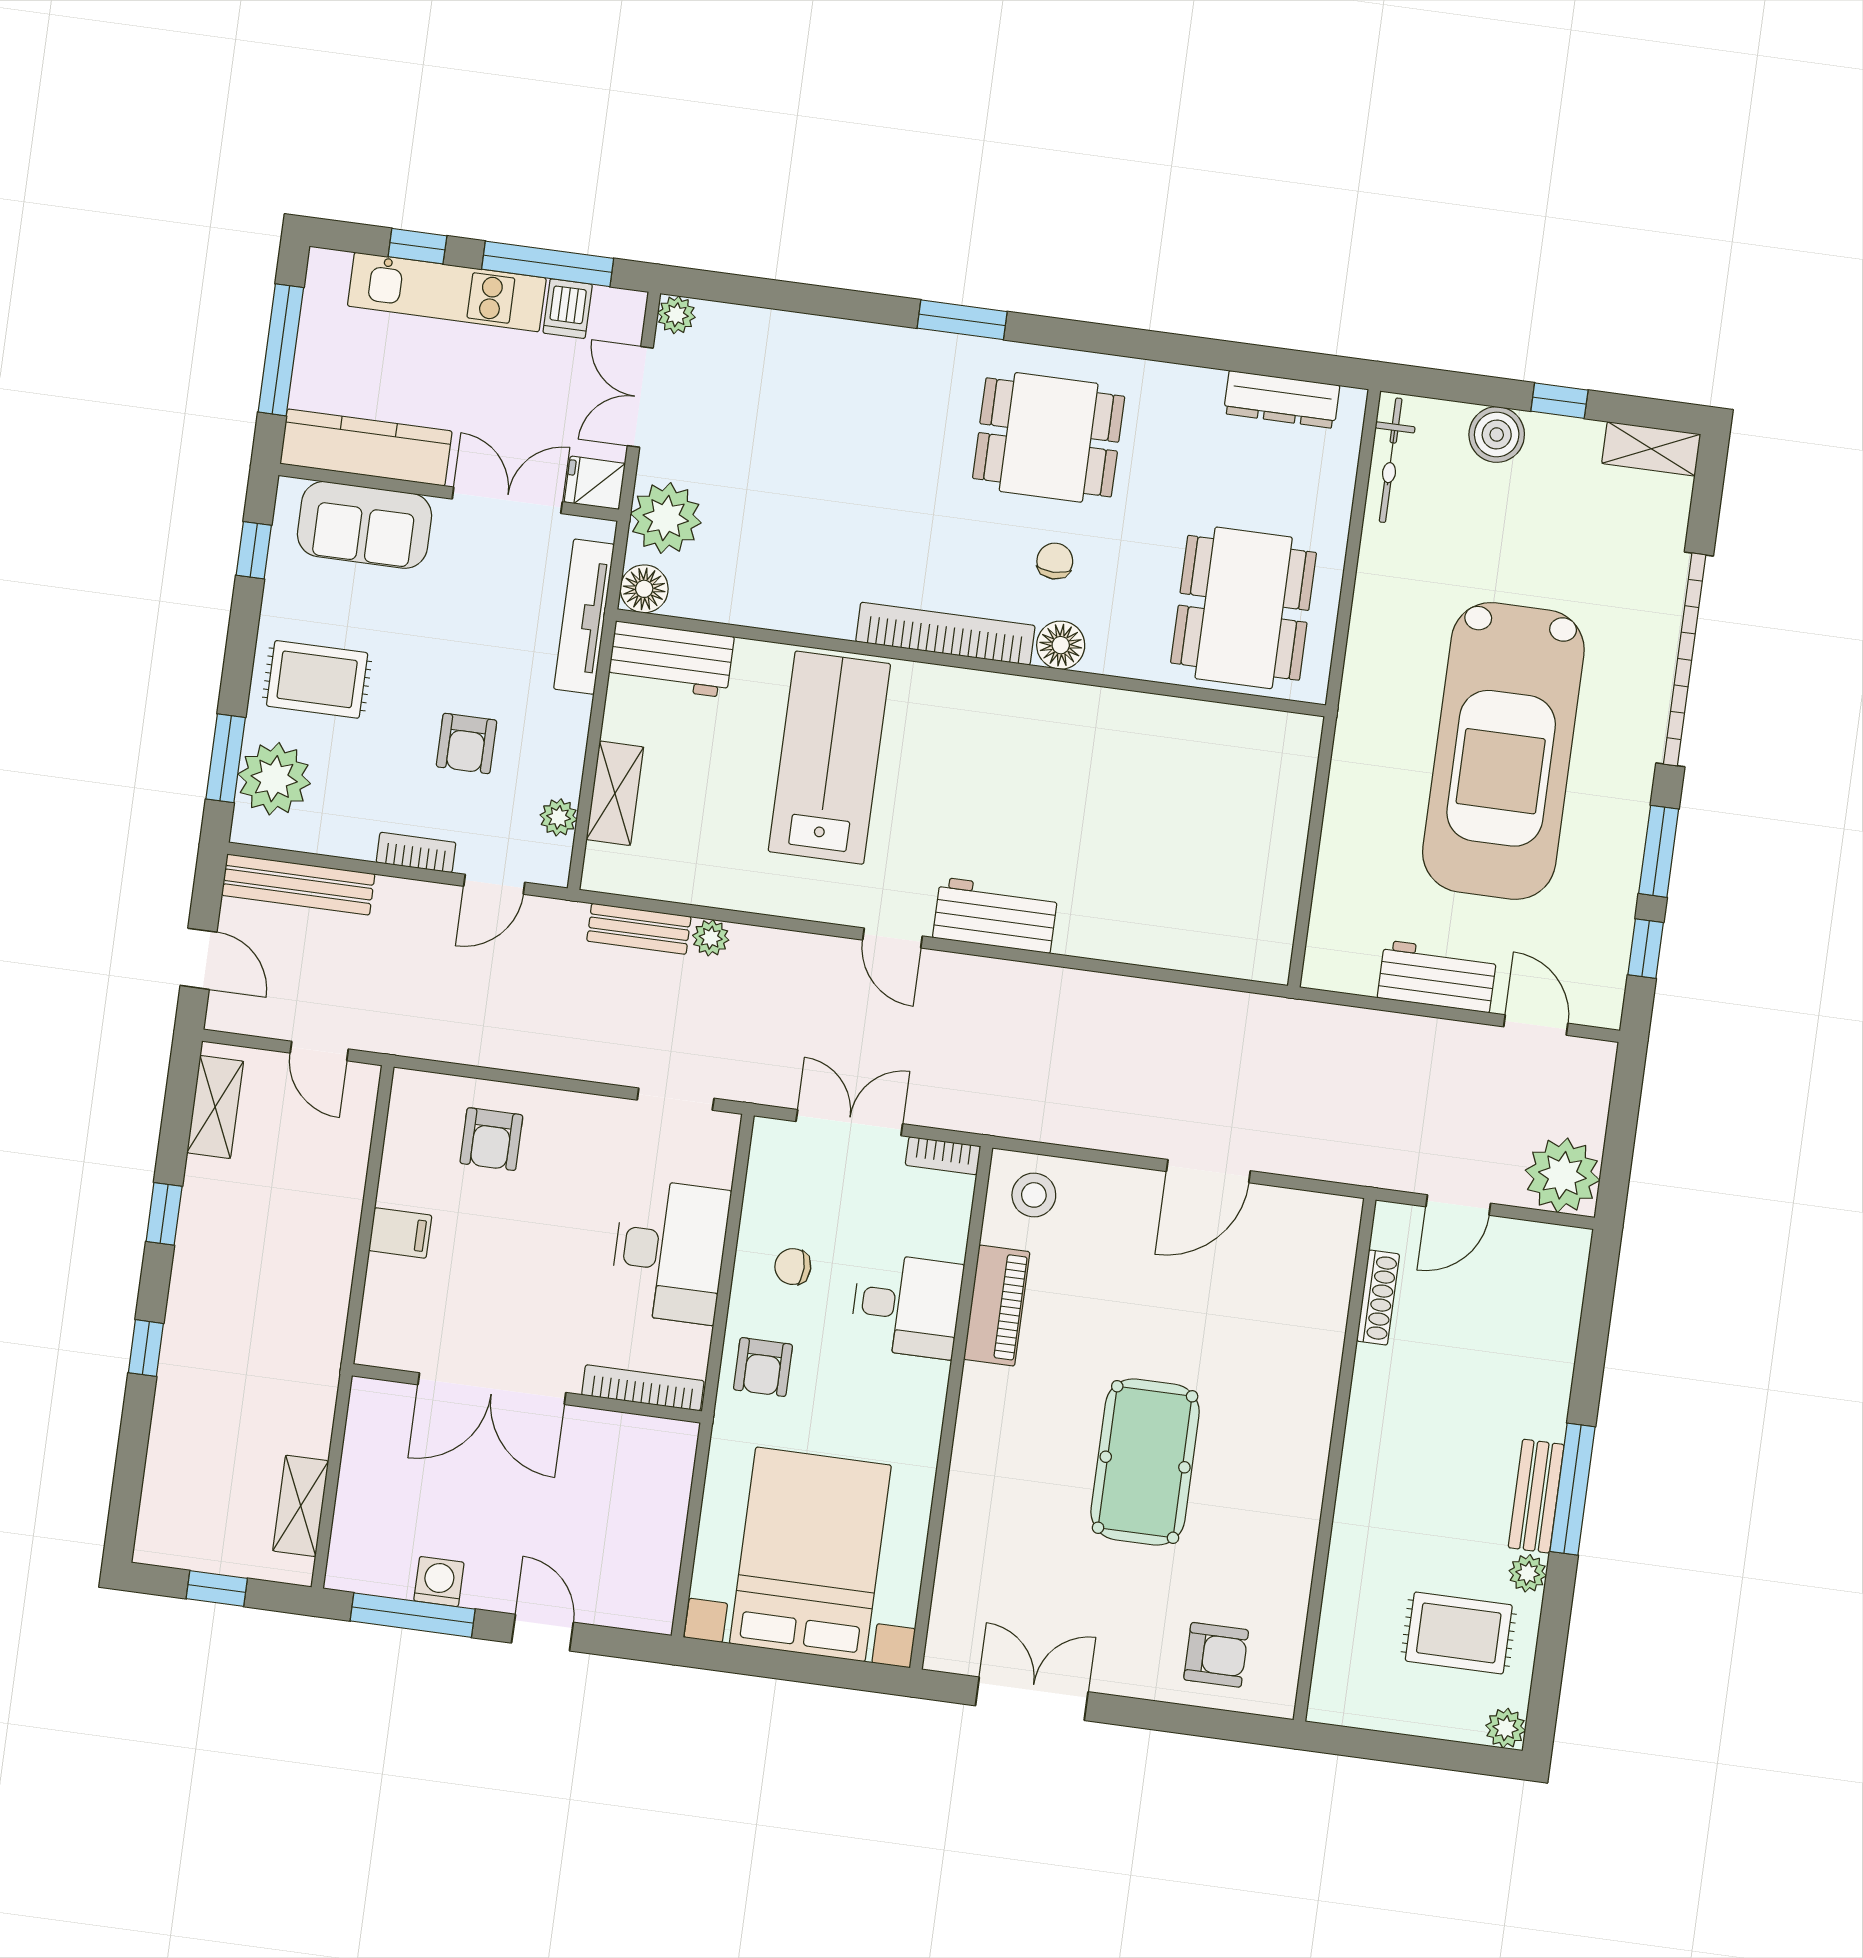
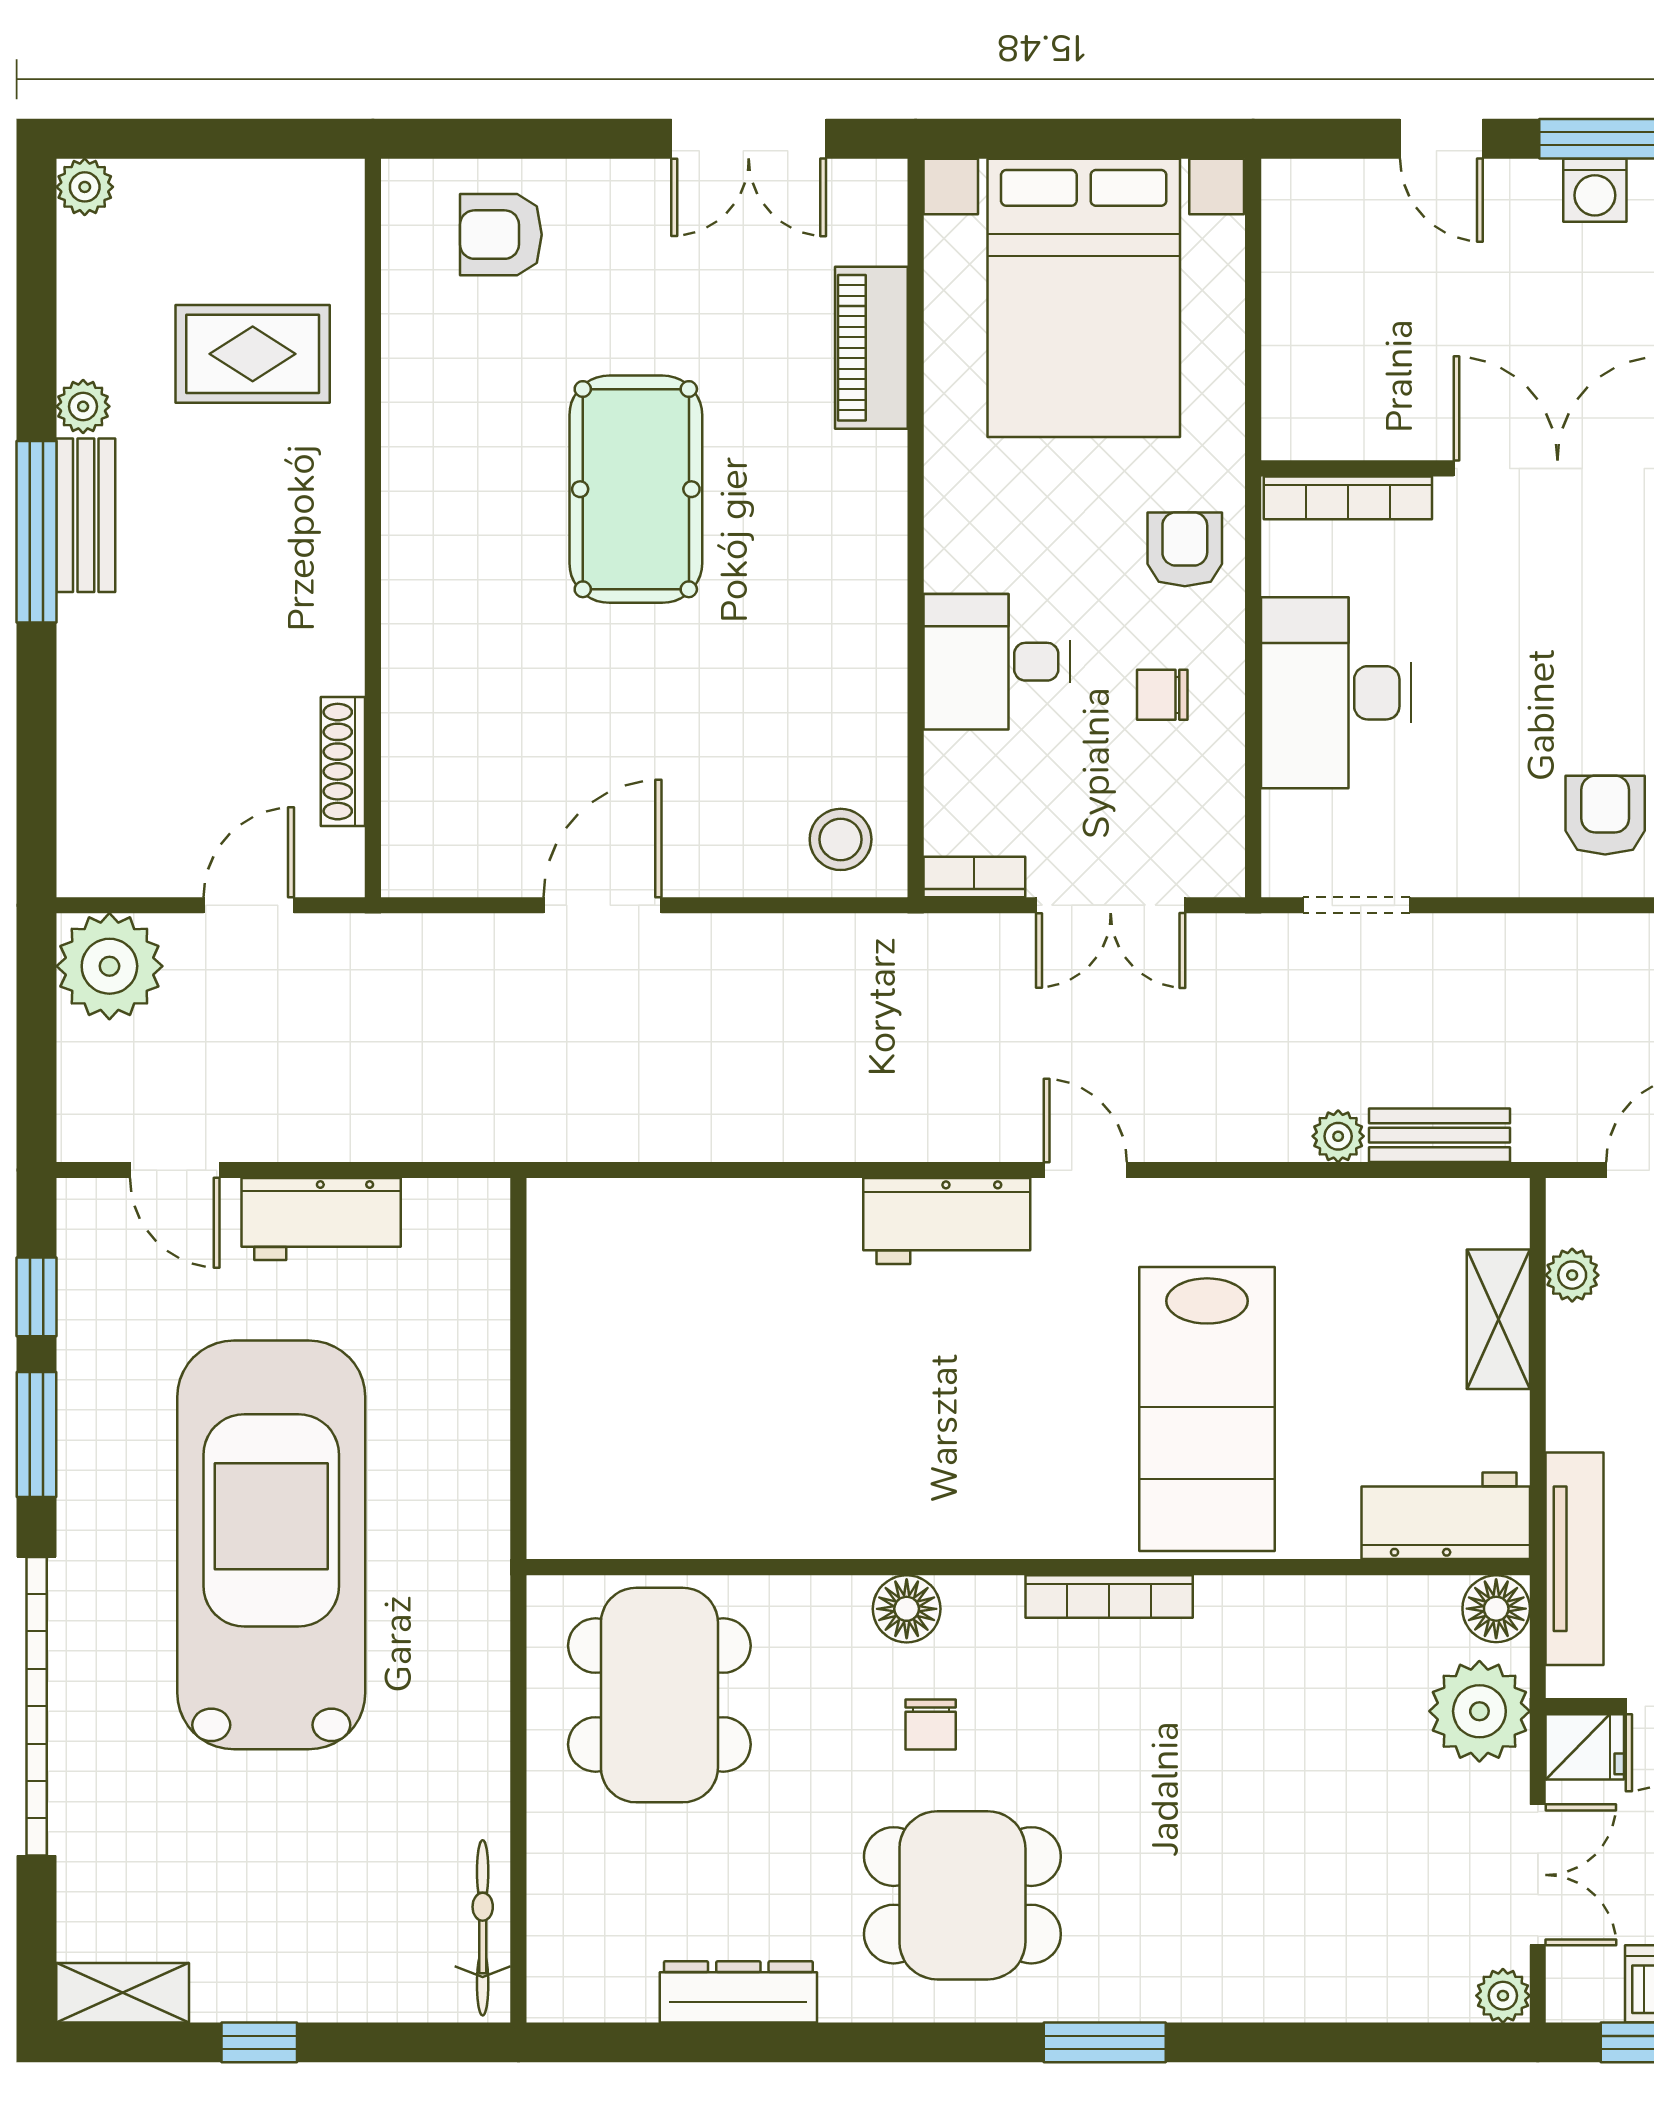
dresser: (1282, 399) -> (738, 1992), moved
boiler: (1497, 435) -> (340, 1984), removed
bookcase: (945, 634) -> (1109, 1596), width x0.68, depth x0.76
chair: (793, 1267) -> (1162, 695), turned 180
piano: (997, 1306) -> (871, 348), moved
rug: (1459, 1633) -> (253, 354), moved

